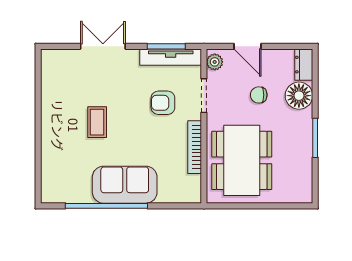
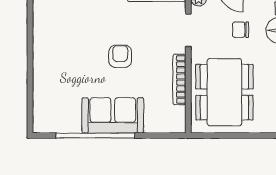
armchair: (163, 103) -> (120, 56), moved, turned 90
coffee table: (97, 122) -> (86, 56), removed

